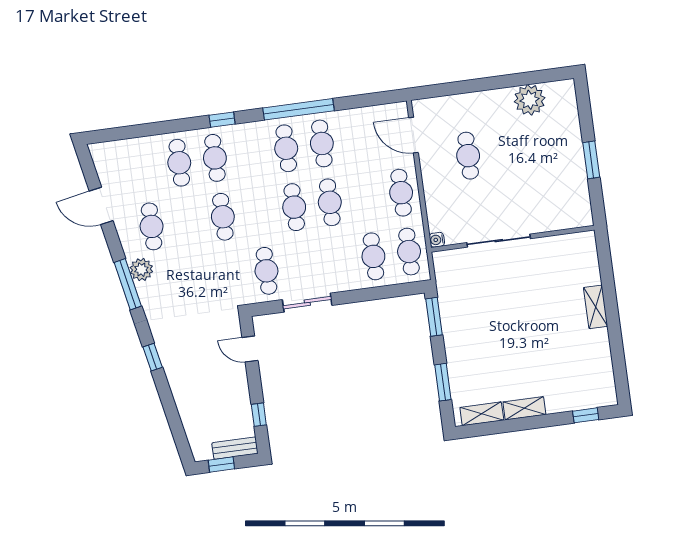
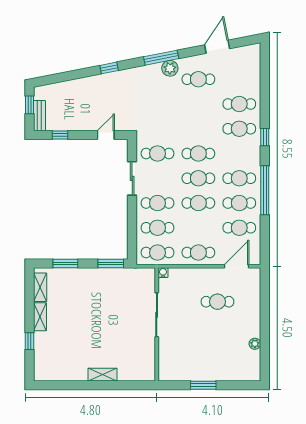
plant: (530, 100) -> (255, 344), width x0.53, depth x0.53
cafe table: (357, 139) -> (239, 228), added
cafe table: (223, 217) -> (198, 153), moved
cafe table: (338, 261) -> (157, 203), added
window: (586, 415) -> (30, 341), moved

